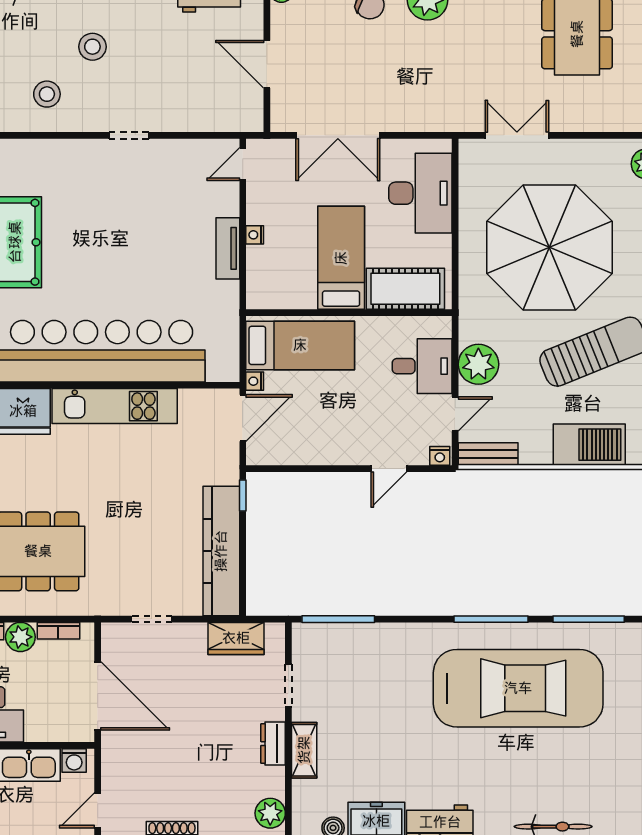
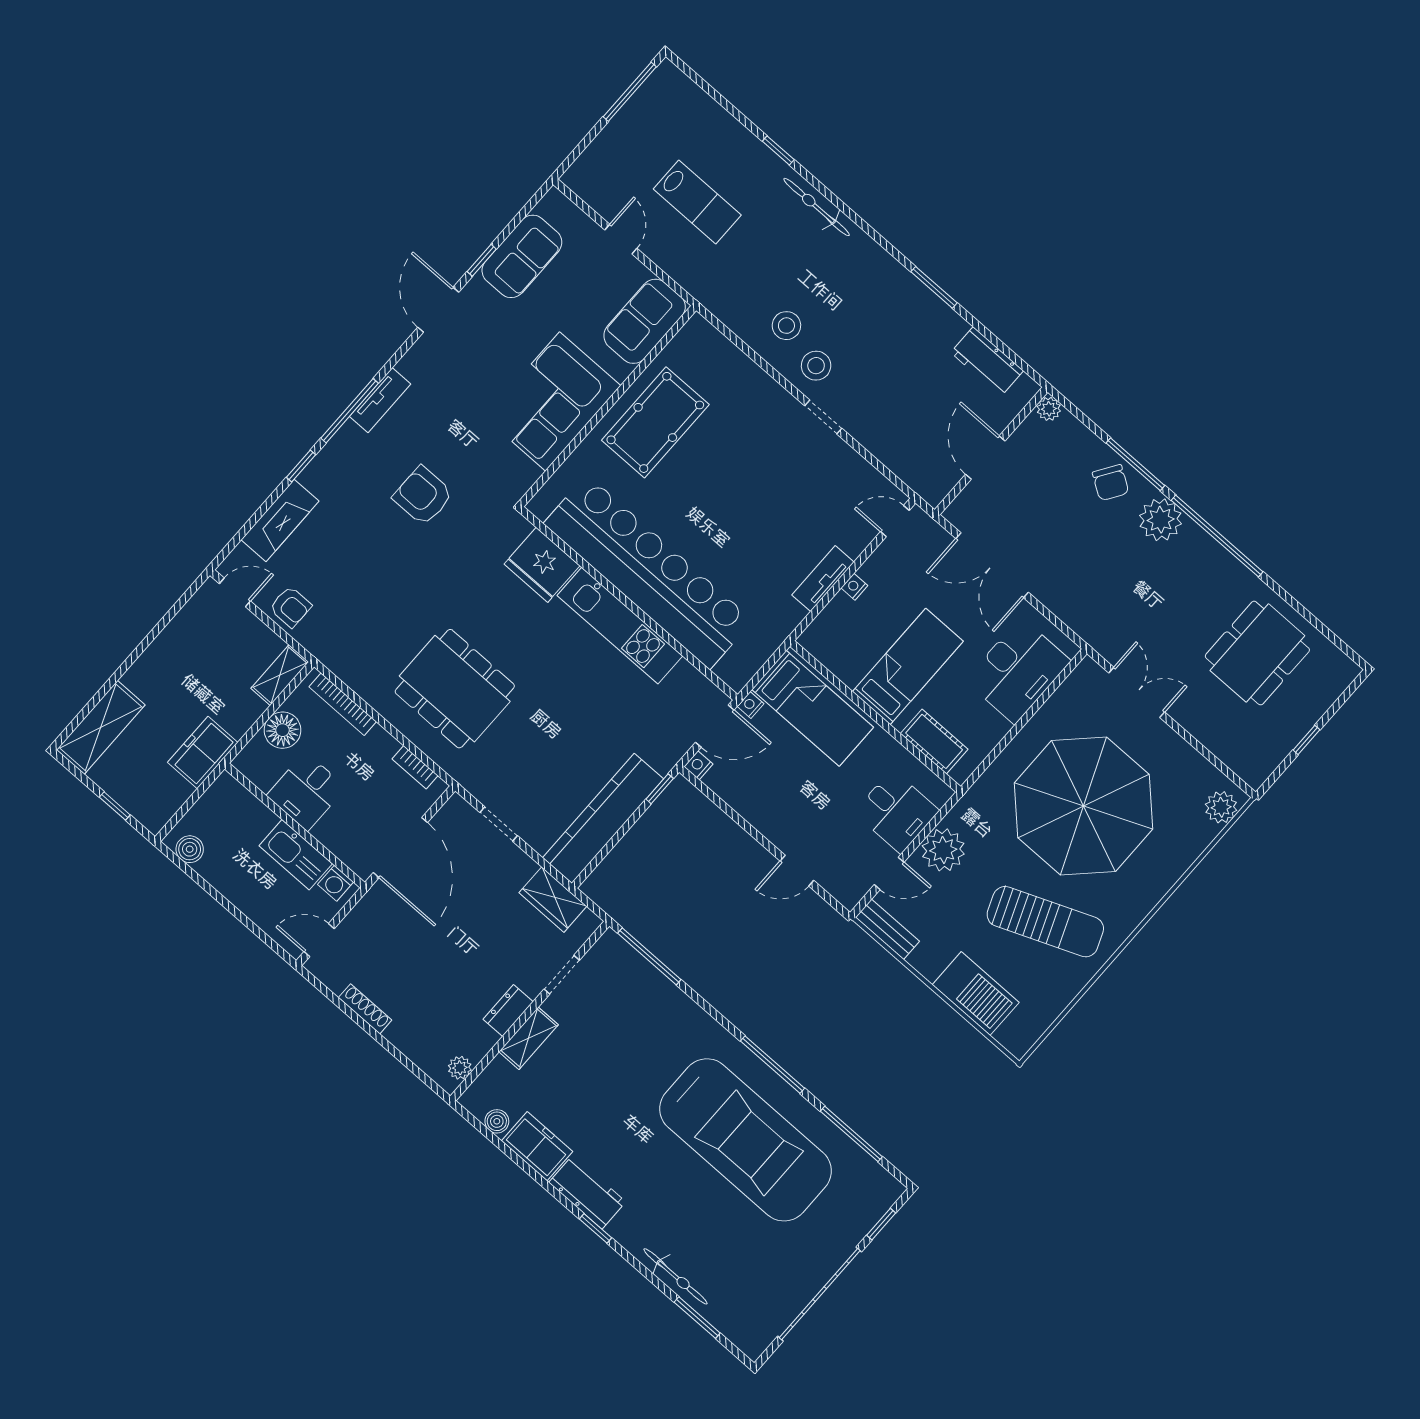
stool: (92, 47) -> (816, 366), moved
cot: (405, 289) -> (934, 741), width x0.73, depth x0.75
nightstand: (440, 456) -> (698, 765), moved, turned 90
plant: (20, 637) -> (380, 745), removed
plant: (270, 813) -> (460, 1068), width x0.73, depth x0.73

